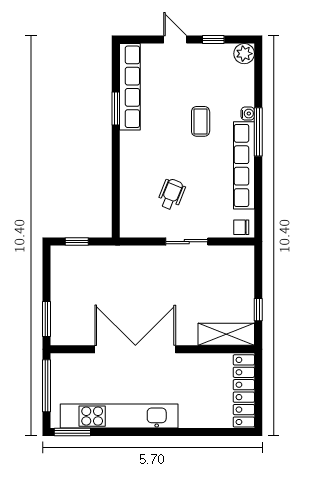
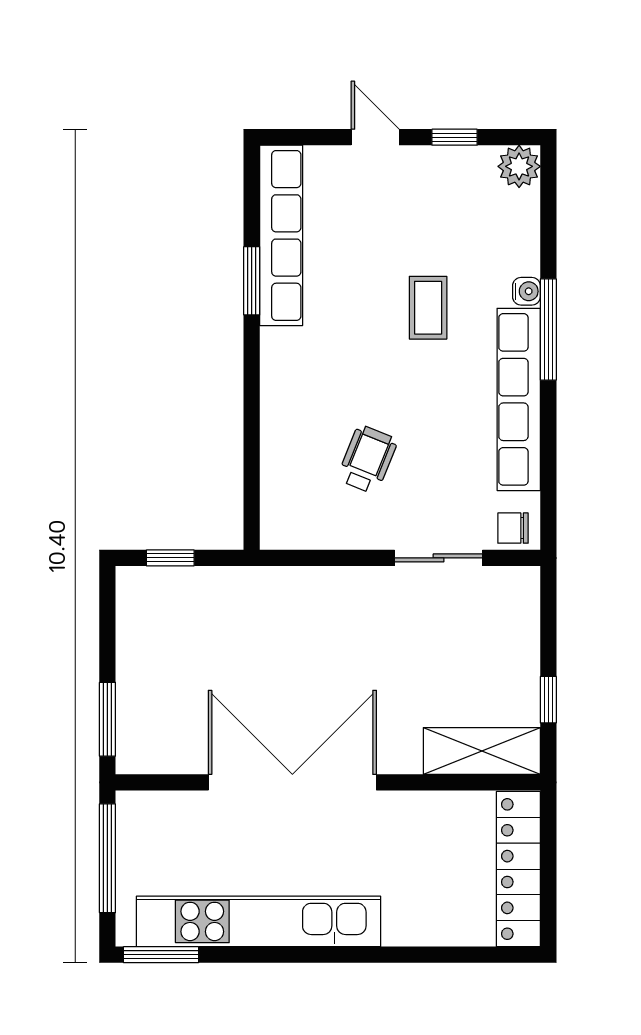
sliding door: (187, 242) -> (439, 558), moved

